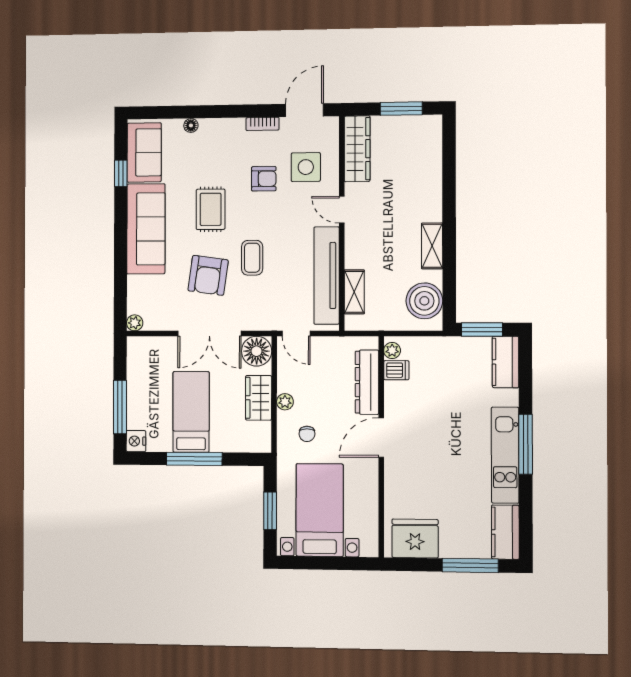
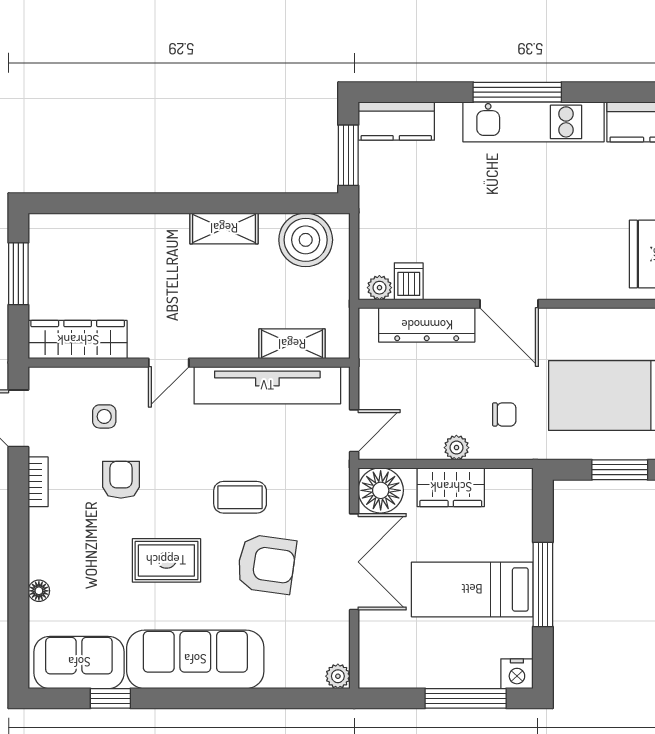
side table: (306, 167) -> (104, 416), width x0.54, depth x0.54

